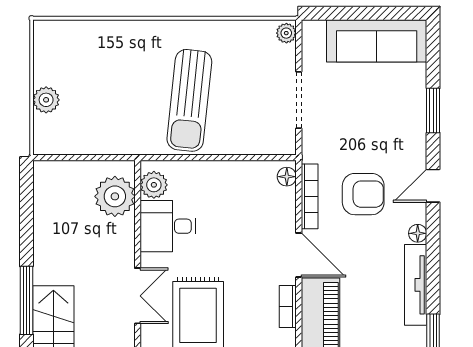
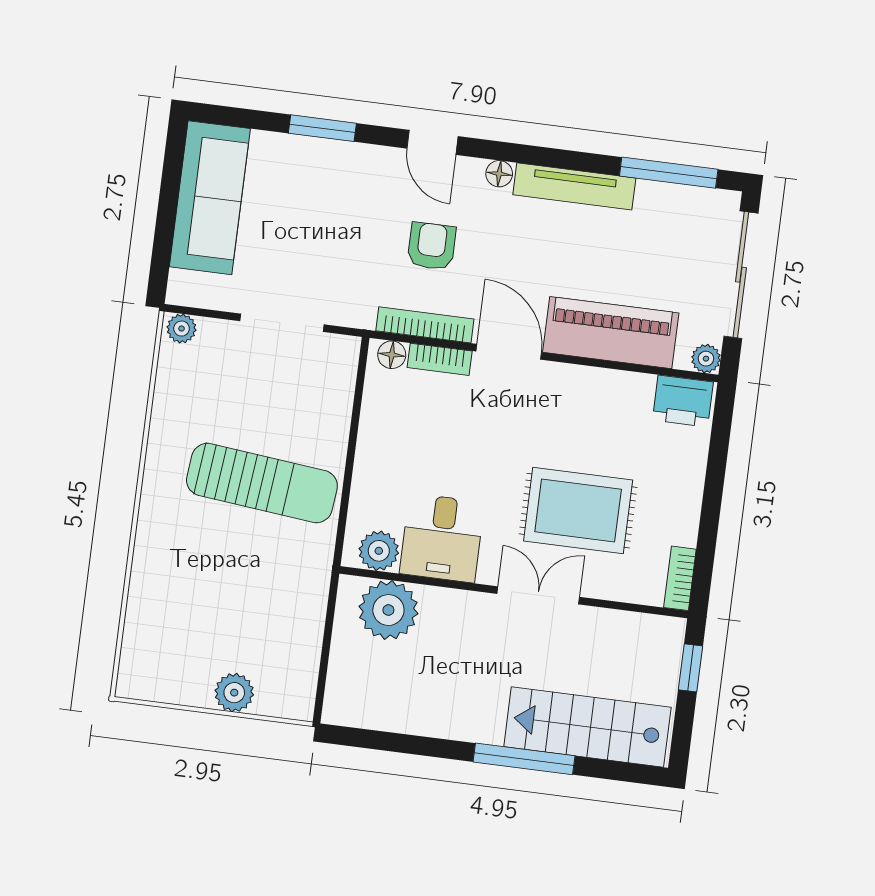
armchair: (363, 194) -> (432, 246), width x0.72, depth x0.72
door: (299, 255) -> (509, 352), hinge flipped
bookcase: (288, 307) -> (440, 359), moved

